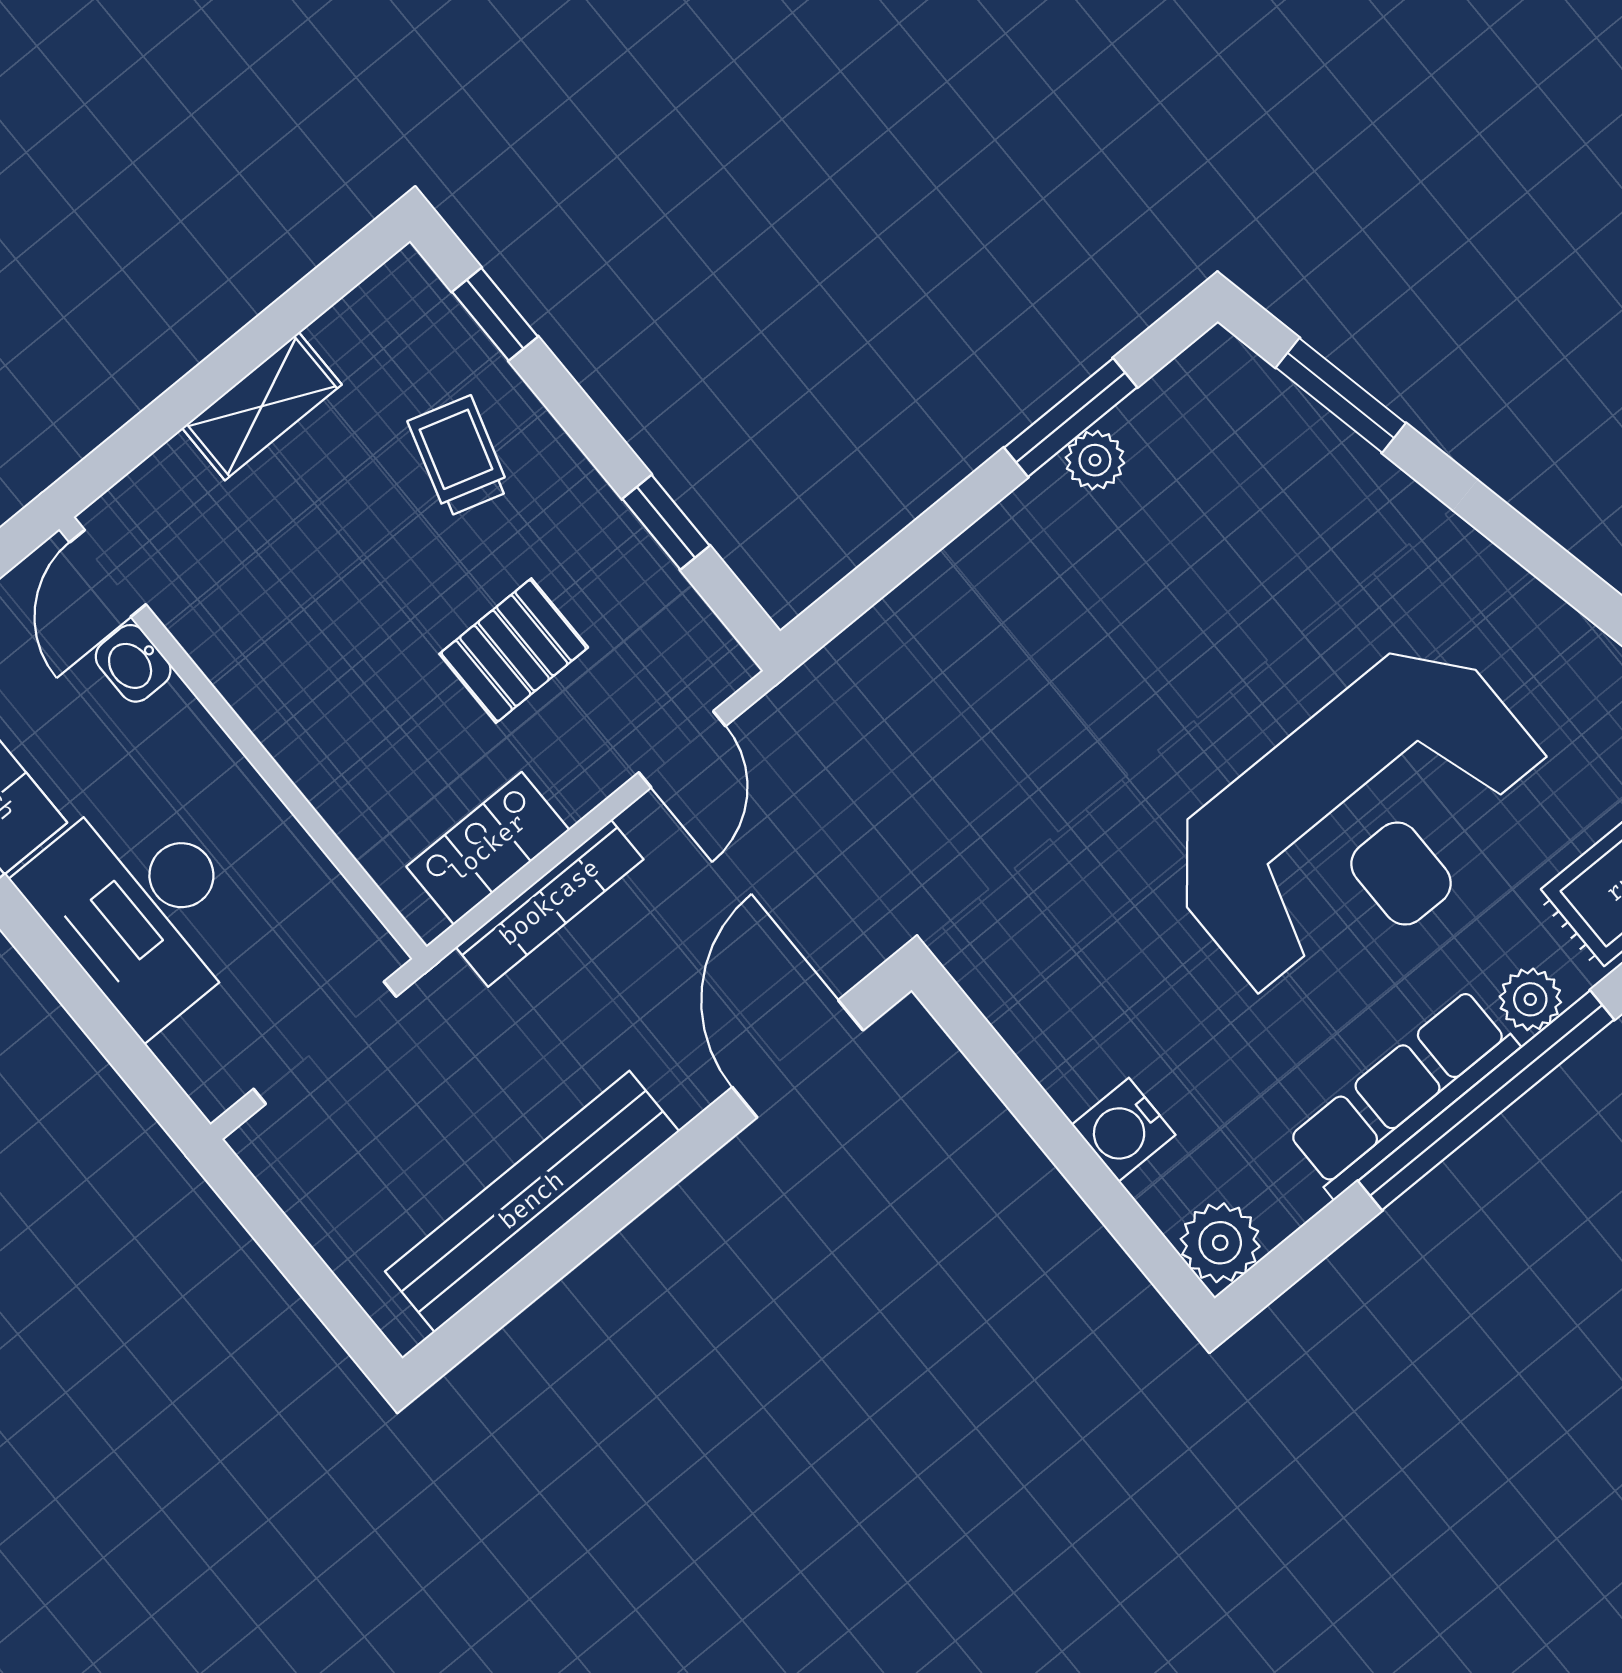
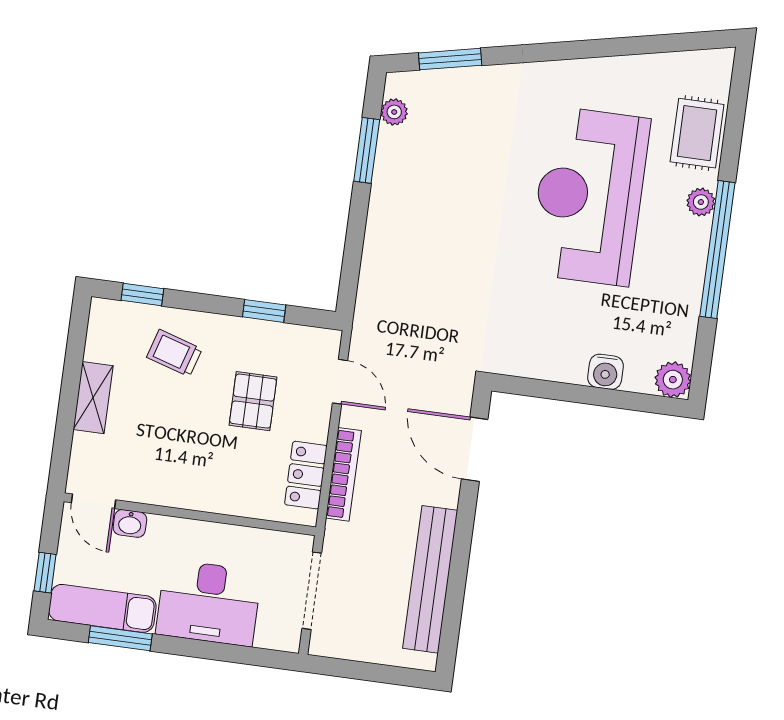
plant: (1095, 460) -> (394, 112), moved
reception desk: (1360, 823) -> (589, 196), turned 180
row of seats: (1403, 1093) -> (688, 273), removed

